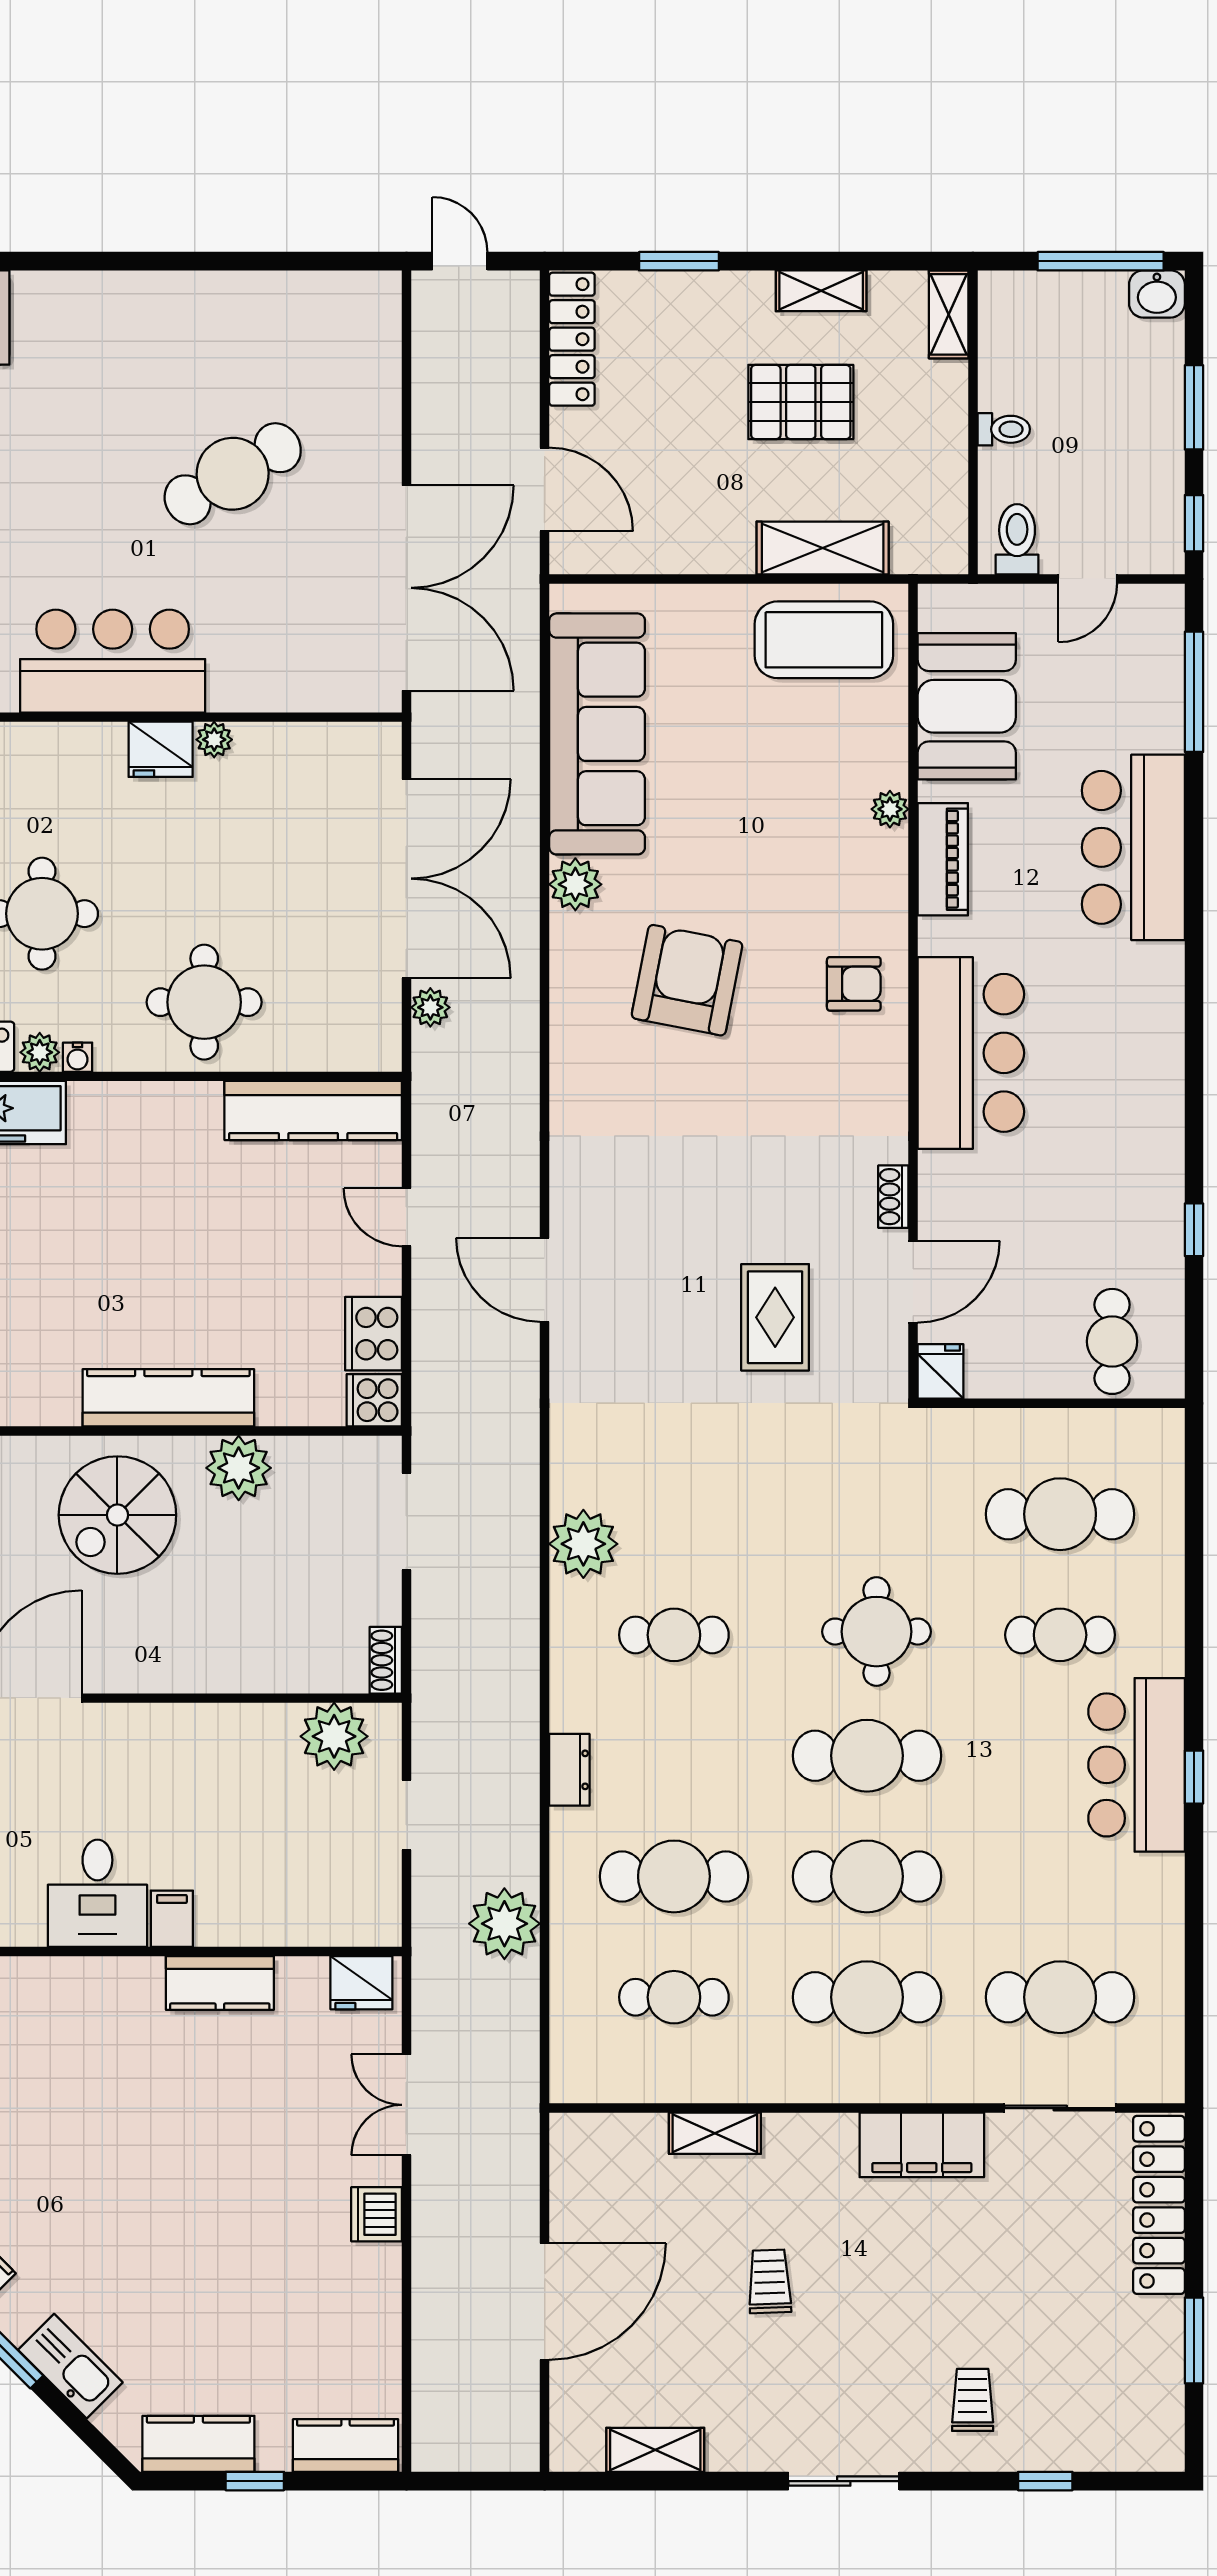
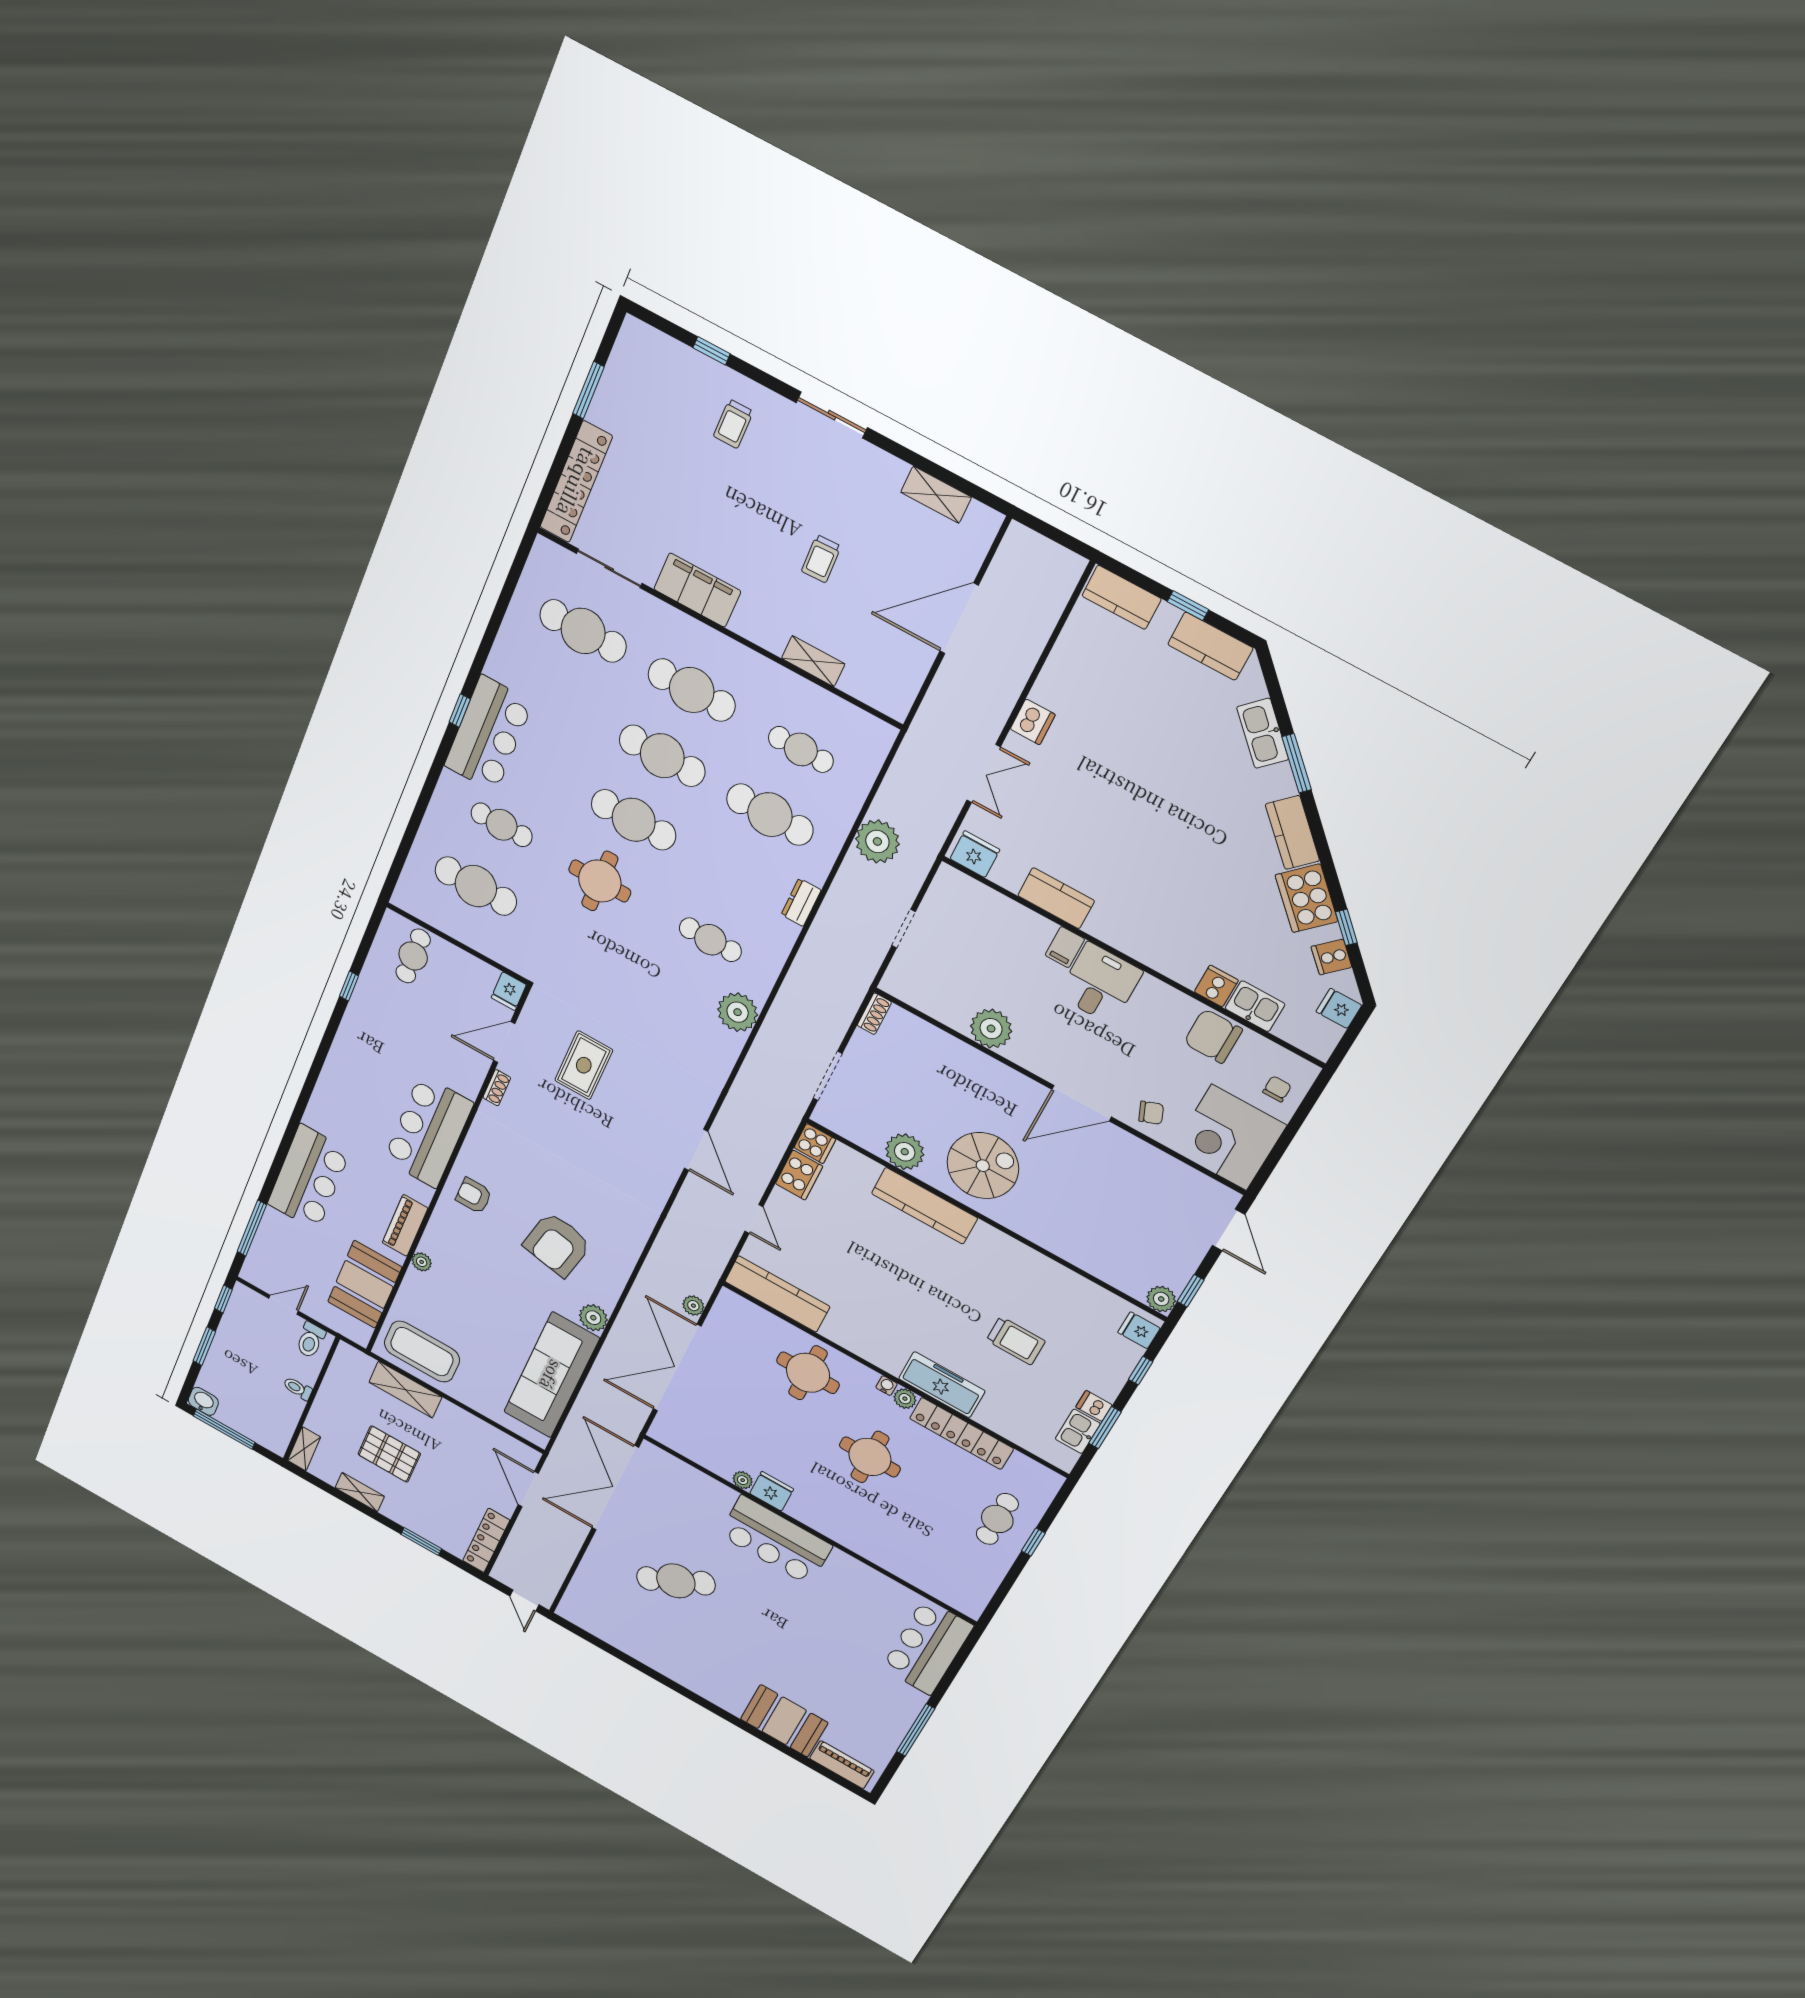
plant: (334, 1736) -> (991, 1029), moved

